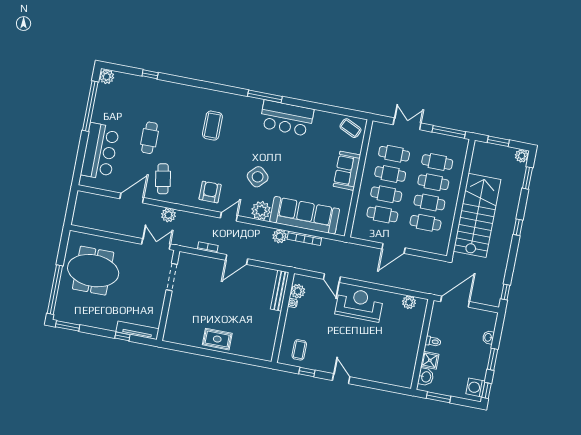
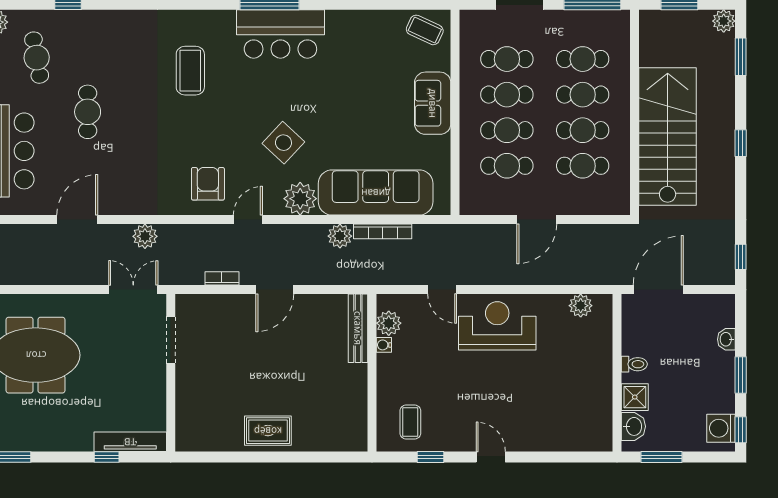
bar counter: (287, 118) -> (280, 34), moved
cafe table: (163, 179) -> (37, 58), moved

